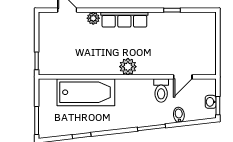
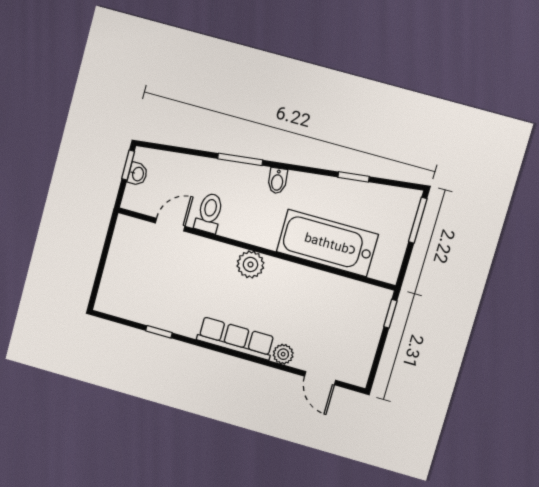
bidet: (179, 115) -> (277, 181), moved

